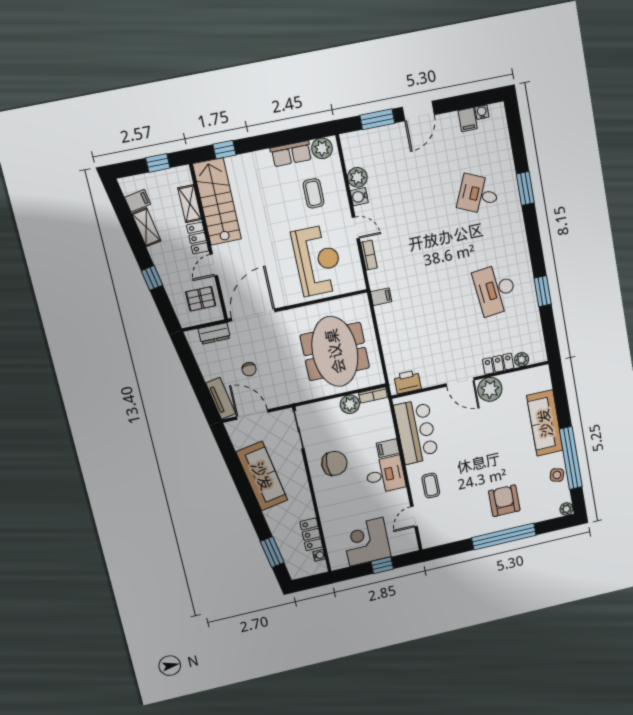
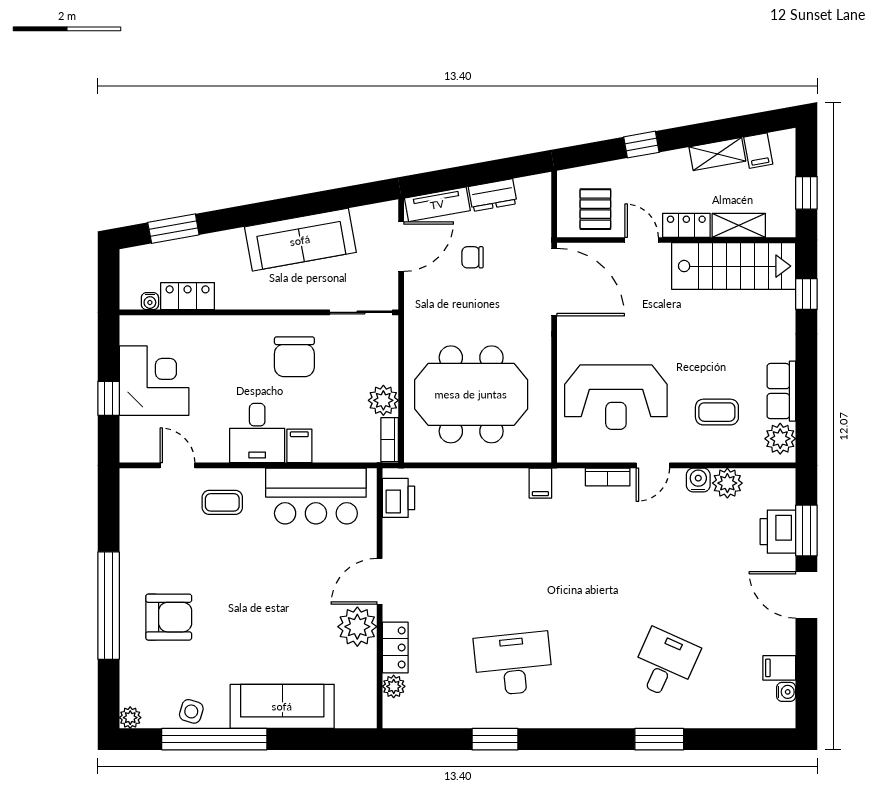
printer: (382, 138) -> (778, 532), added
dresser: (214, 333) -> (493, 195), moved, turned -100

